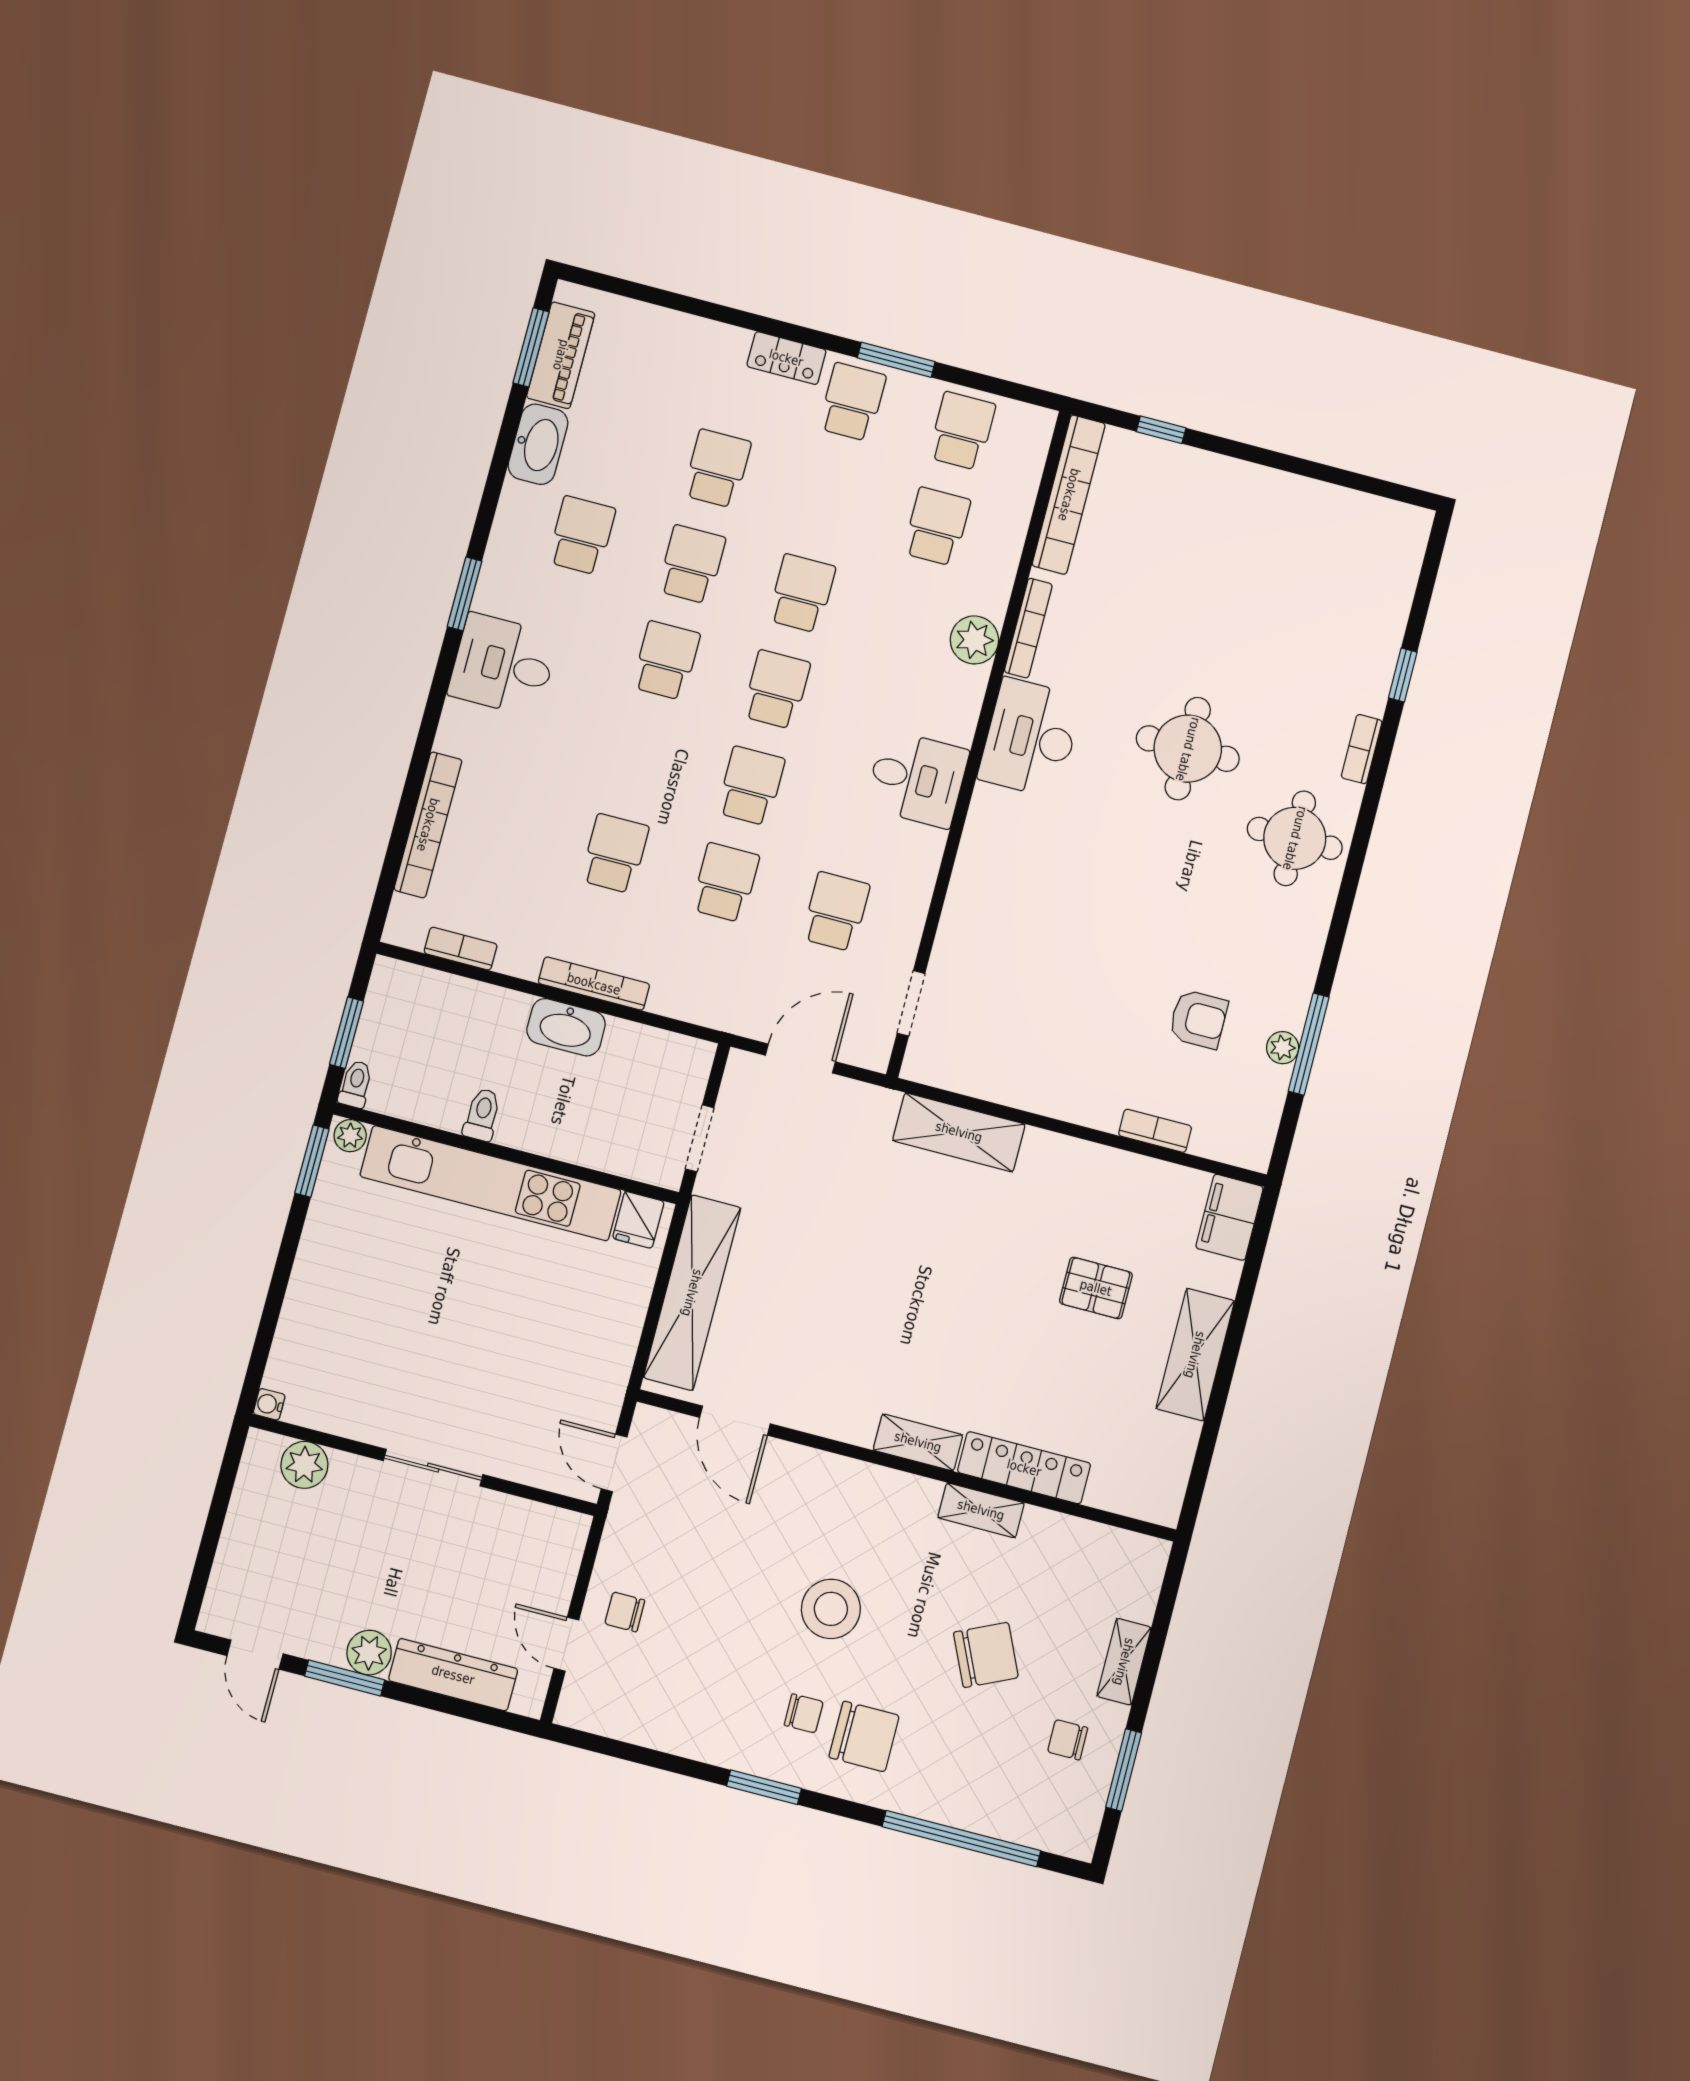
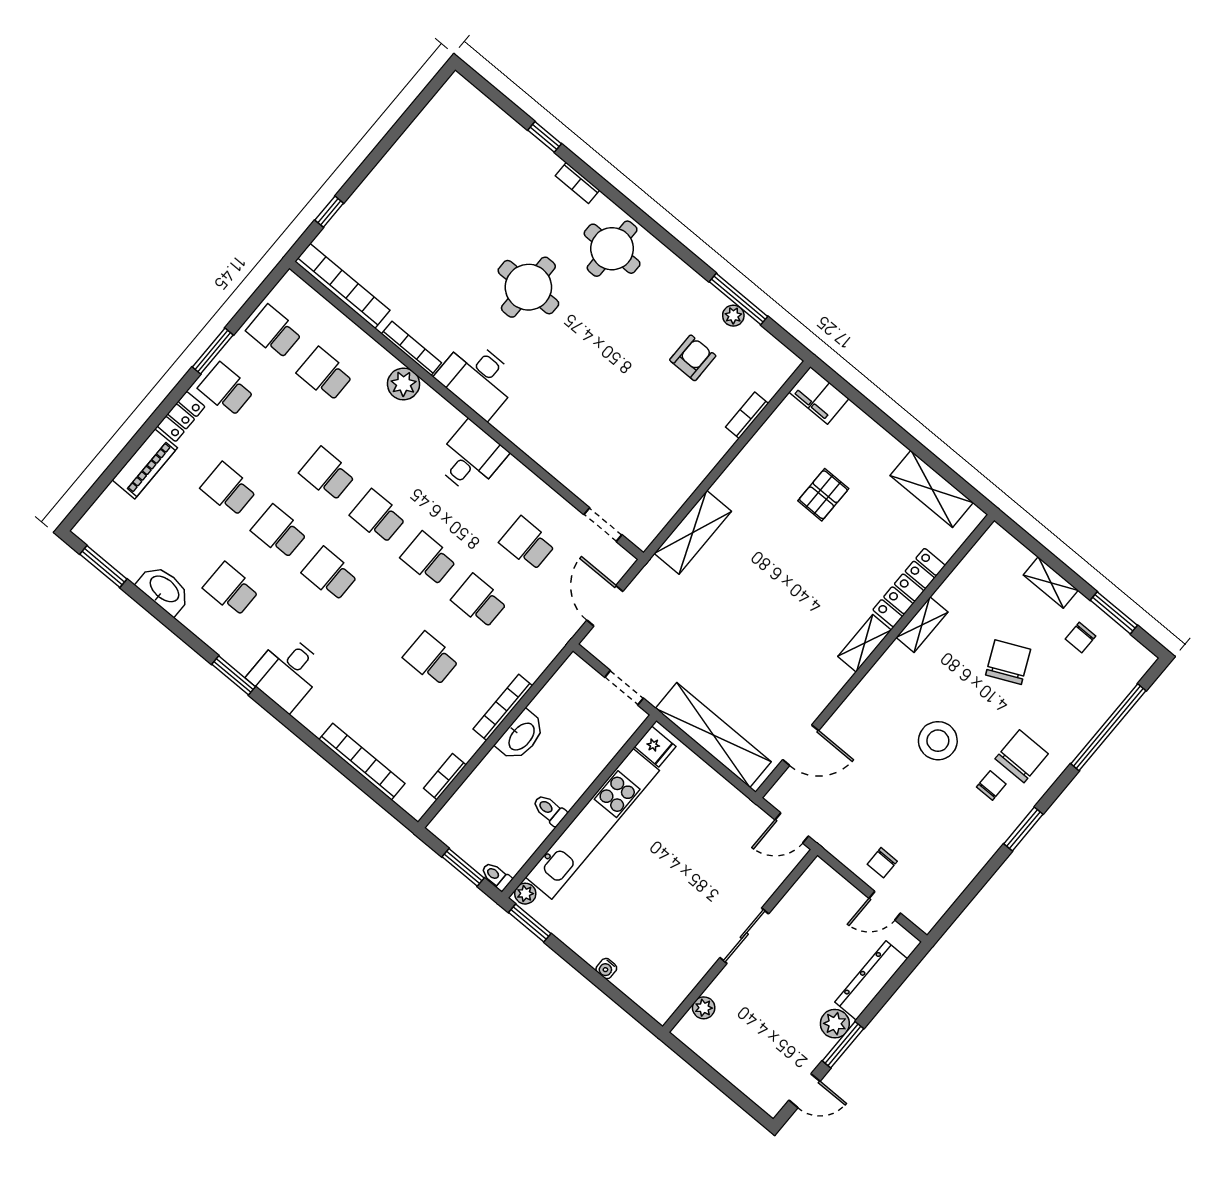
piano: (561, 355) -> (145, 464), moved, turned 90
shelving: (1195, 1355) -> (932, 489), moved
water cooler: (269, 1404) -> (606, 969), moved
plant: (304, 1465) -> (704, 1008), width x0.73, depth x0.73

